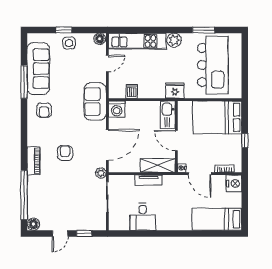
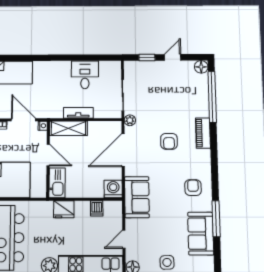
sofa: (38, 69) -> (201, 234), width x0.73
fridge: (175, 91) -> (64, 209), moved

